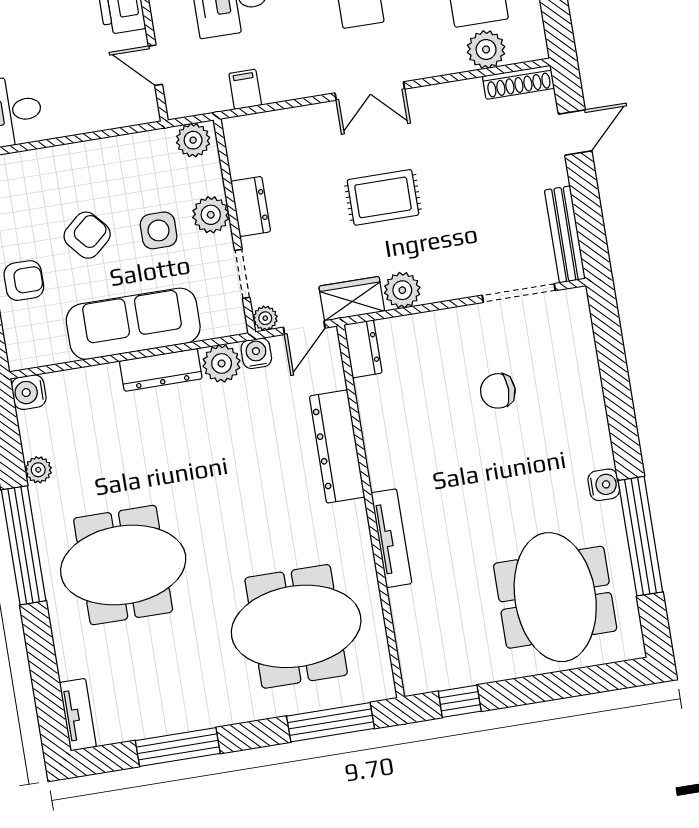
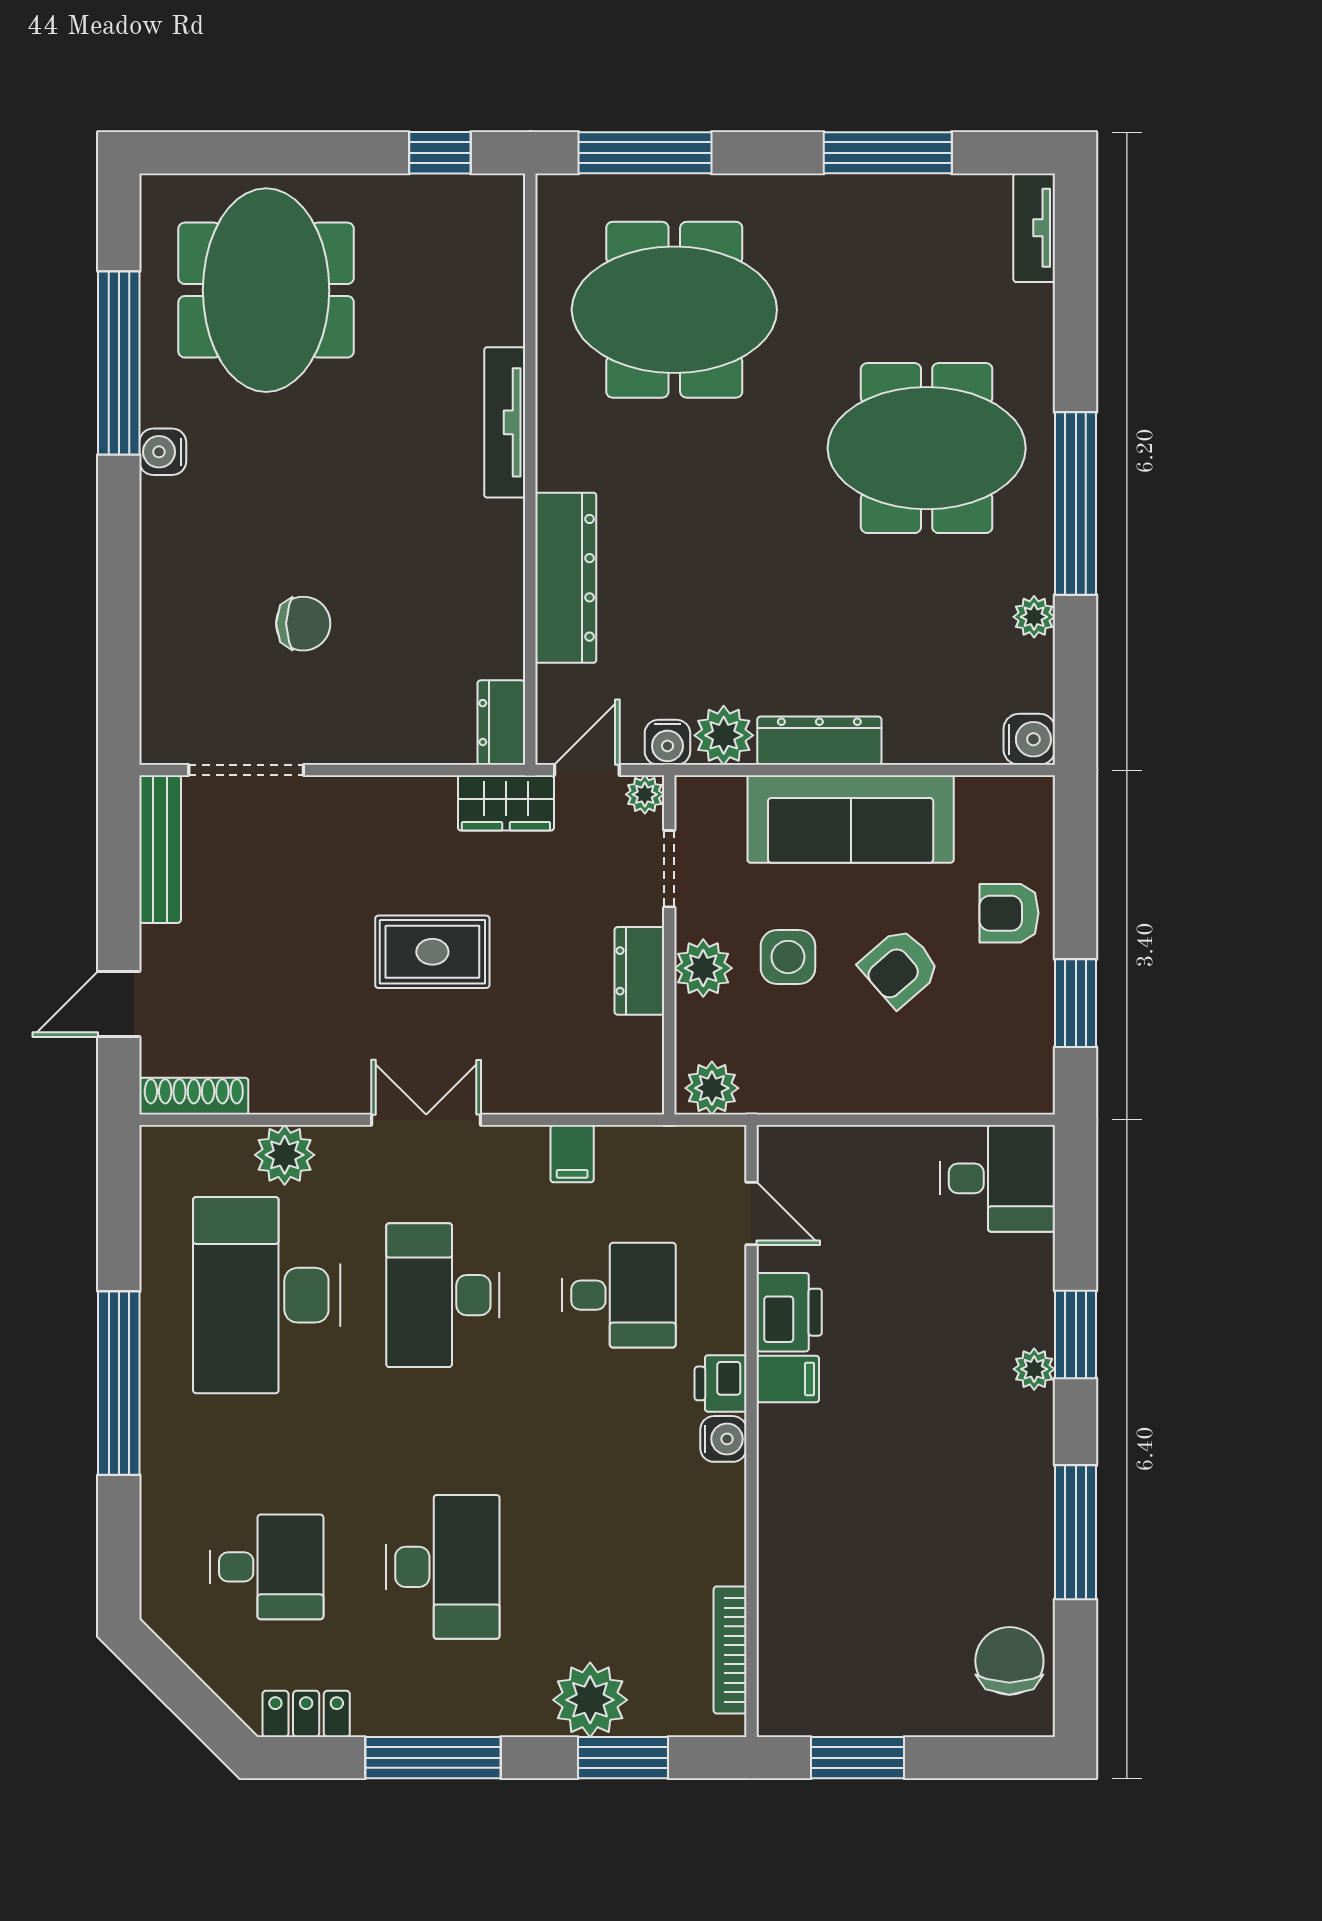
plant: (486, 49) -> (285, 1155), moved
filing cabinet: (245, 89) -> (572, 1154), moved
plant: (402, 290) -> (426, 803), removed

